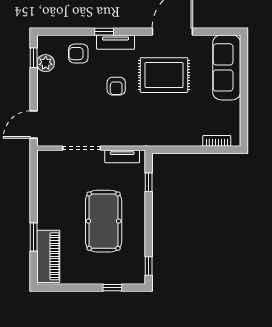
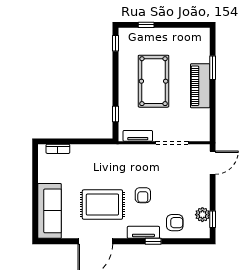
armchair: (116, 86) -> (143, 195), turned 180
piano: (48, 256) -> (200, 86), moved

